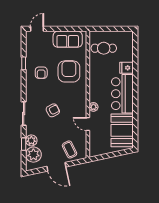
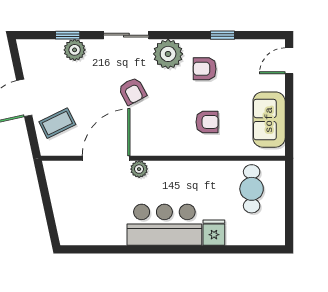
door: (37, 29) -> (289, 61), swing flipped
armchair: (69, 71) -> (207, 122), width x0.53, depth x0.53
door: (88, 124) -> (106, 158), width x1.88
booth: (122, 130) -> (94, 224), removed
plant: (33, 155) -> (168, 54), moved

